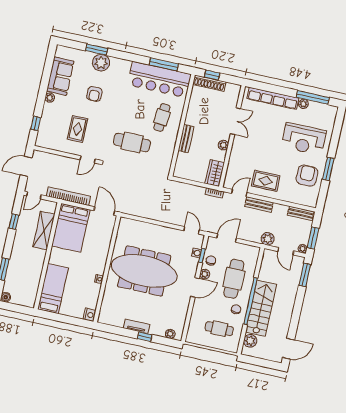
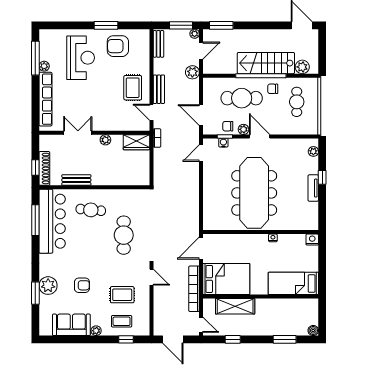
coffee table: (53, 123) -> (122, 321), added
bench: (186, 139) -> (76, 180), moved

